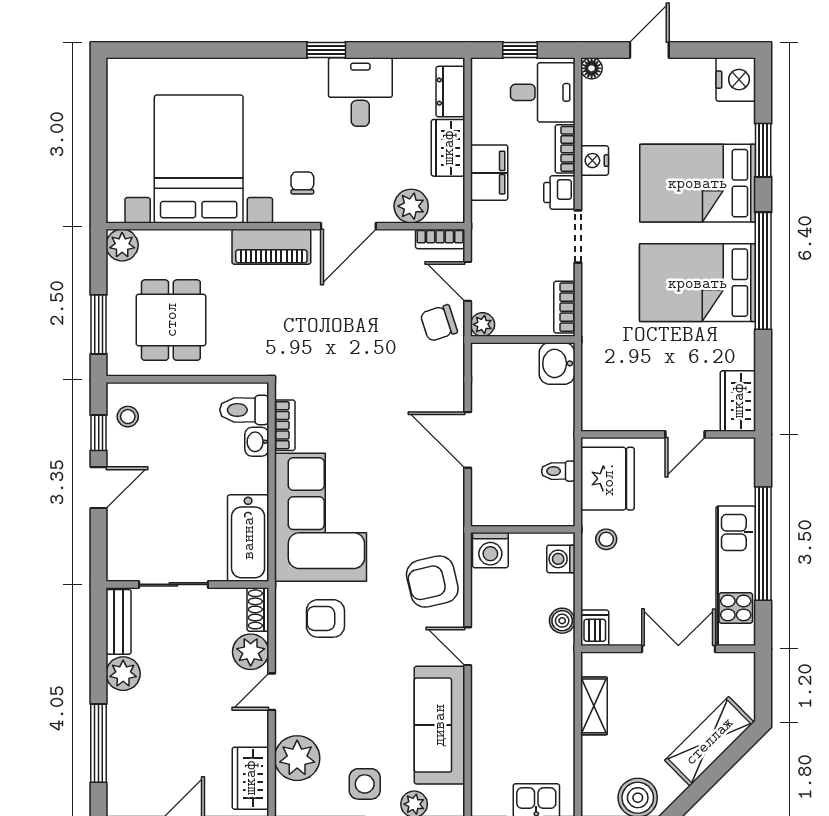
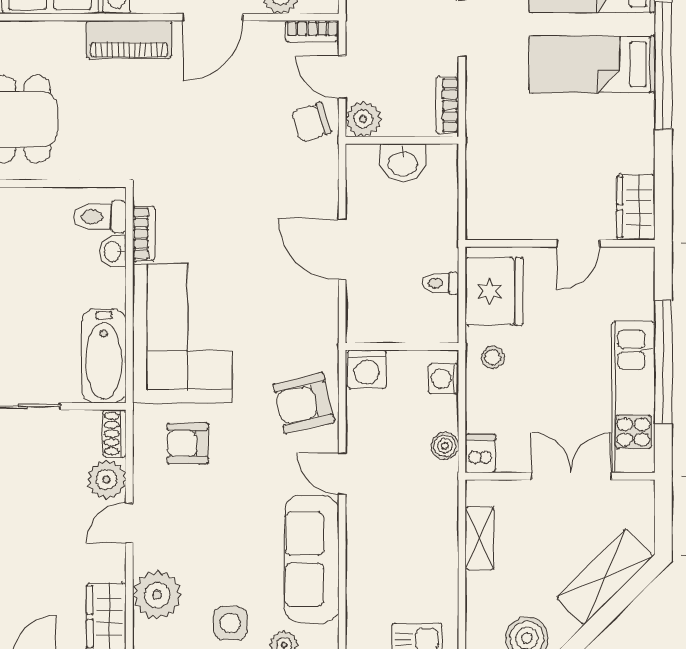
bed: (698, 283) -> (592, 64), width x0.67
plant: (483, 324) -> (363, 119), width x1.38, depth x1.38
washbasin: (557, 363) -> (403, 163), moved, turned -90

